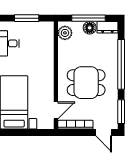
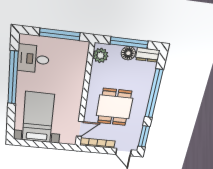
window: (27, 18) -> (60, 34), width x1.44
dining table: (86, 83) -> (114, 107), turned 90

